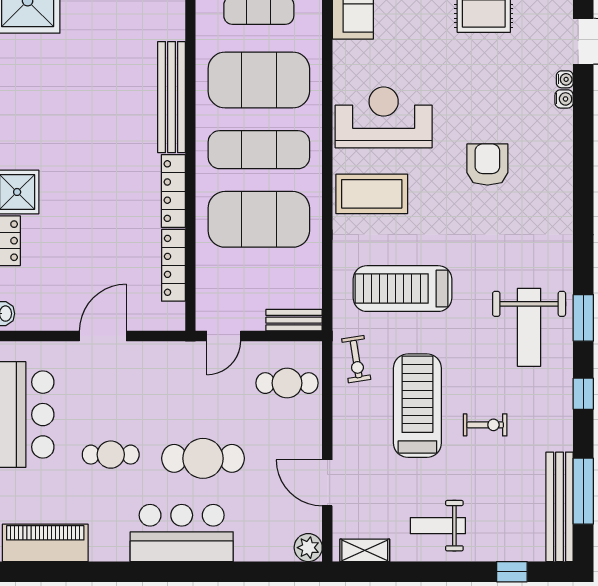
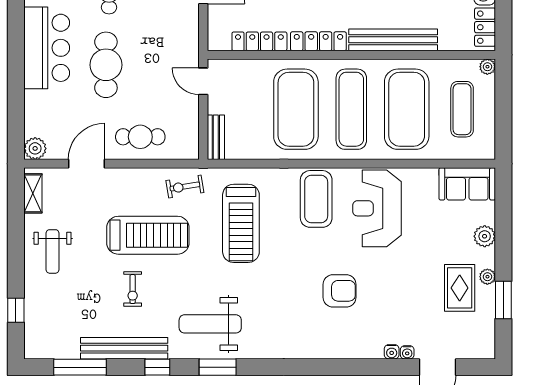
reception desk: (384, 117) -> (377, 208), turned 180
treadmill: (402, 289) -> (241, 223), turned 180
cafe table: (287, 383) -> (140, 137), moved, turned 90
bench: (560, 507) -> (124, 348), moved
weight bench: (438, 526) -> (53, 251), turned 180

